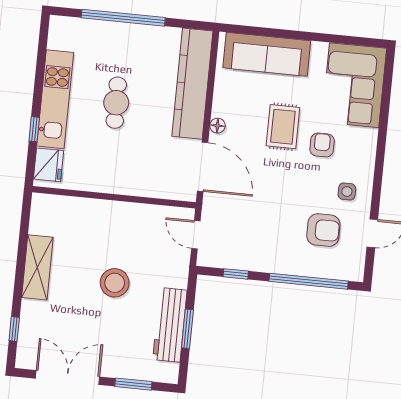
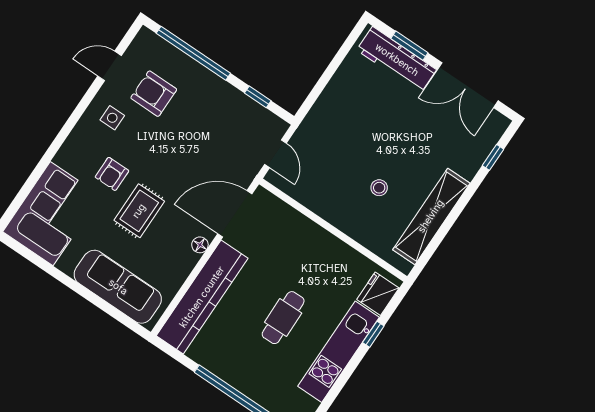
door: (203, 167) -> (235, 214), hinge flipped
shelving: (37, 267) -> (431, 216), width x1.47
stool: (115, 283) -> (379, 188), moved, width x0.53, depth x0.53
workbench: (170, 325) -> (397, 60), moved, turned 90
window: (187, 329) -> (331, 70), removed

